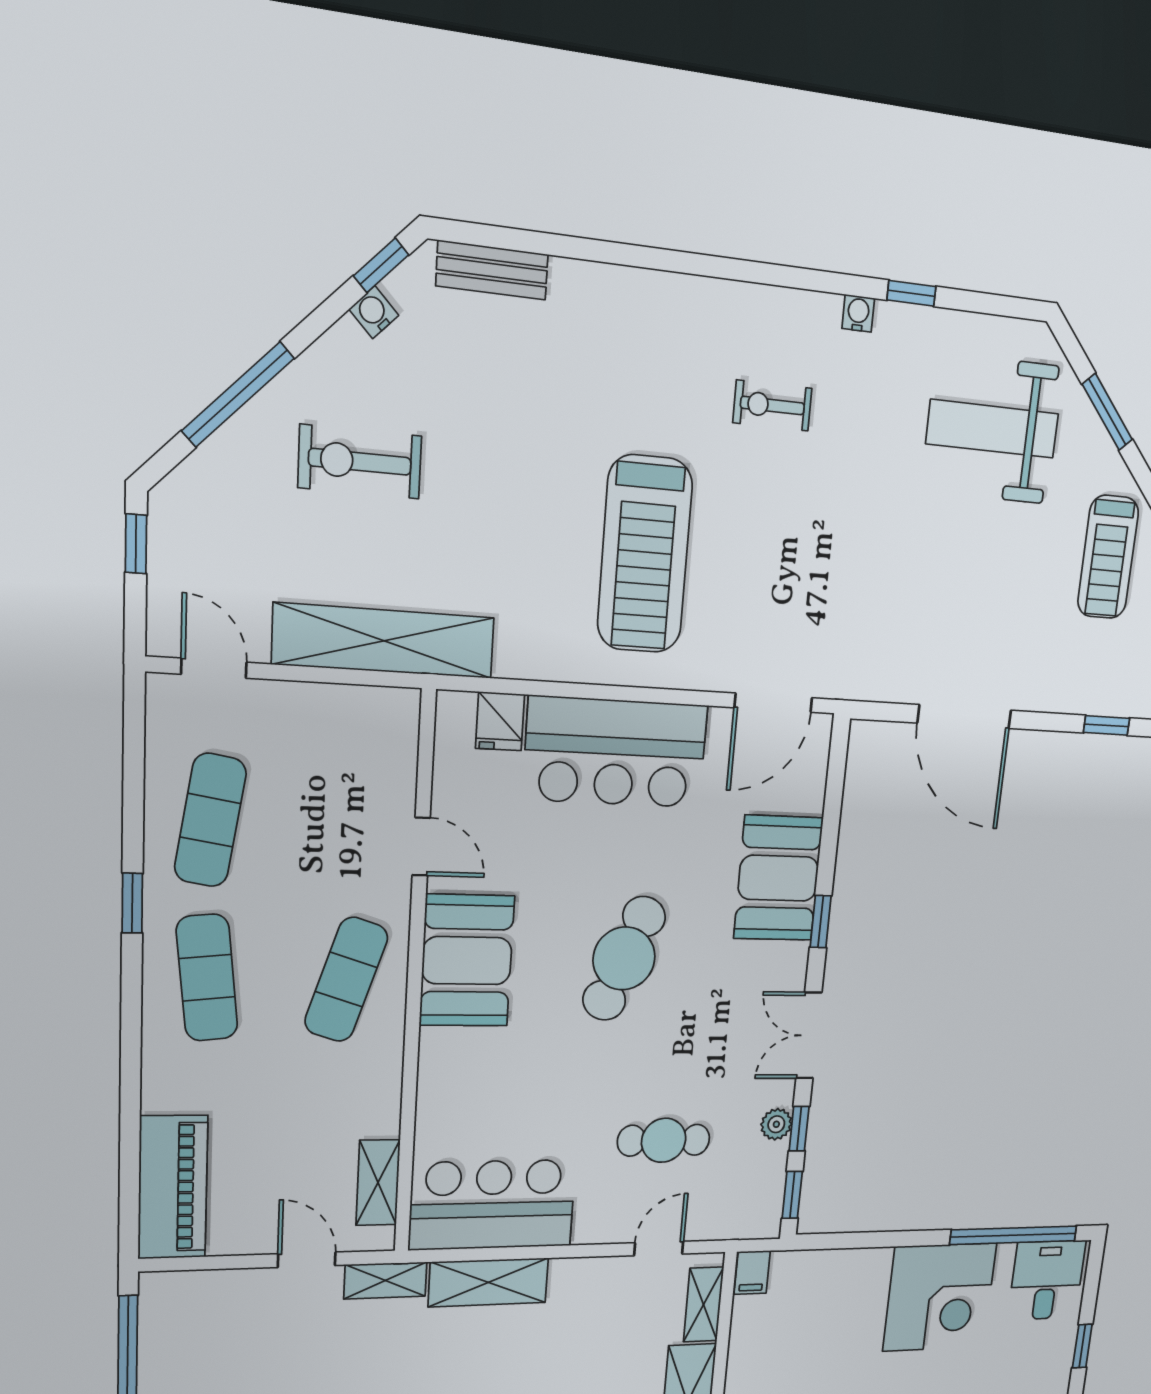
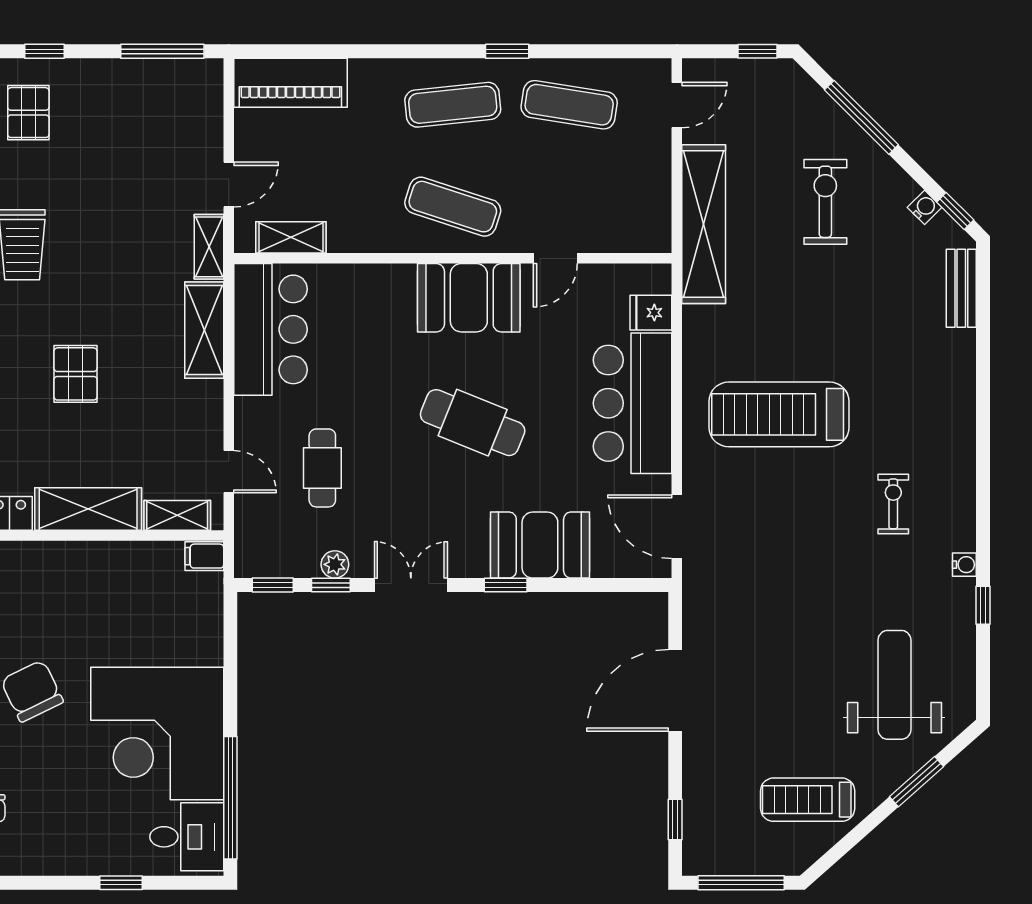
corner desk: (940, 1297) -> (157, 734), width x1.36, depth x1.36

